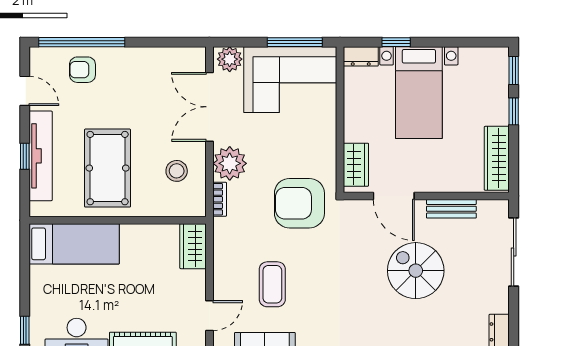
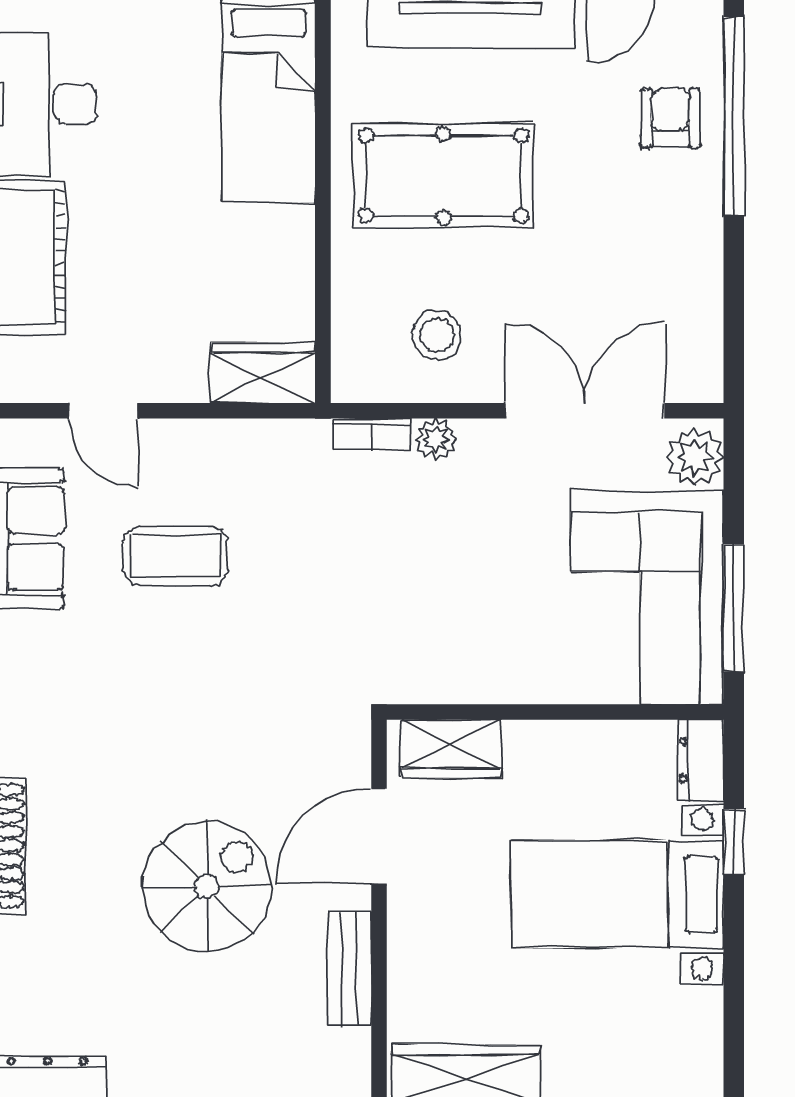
plant: (230, 163) -> (436, 439), width x0.53, depth x0.53
armchair: (299, 203) -> (362, 618), removed

